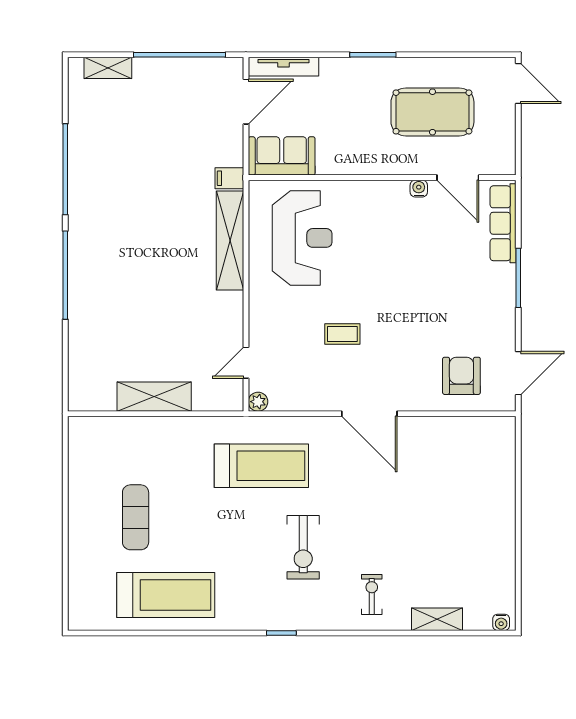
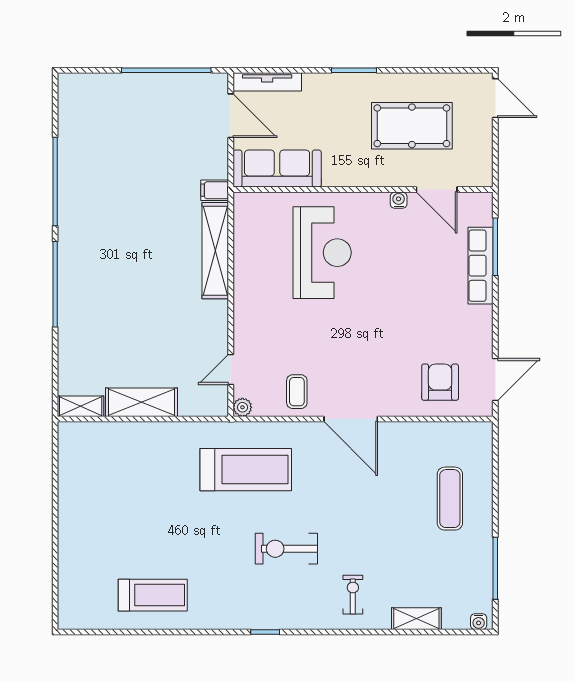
shelving: (108, 68) -> (81, 406), moved
door: (246, 102) -> (231, 116), hinge flipped
sofa: (282, 156) -> (277, 169), width x1.36
row of seats: (503, 223) -> (480, 266), moved
reception desk: (302, 238) -> (322, 253), moved
window: (518, 278) -> (495, 247), moved
coffee table: (342, 334) -> (297, 392), moved, turned 90
exercise mat: (136, 517) -> (450, 499), moved
exercise bike: (303, 547) -> (286, 549), turned 90
window: (518, 567) -> (495, 568), added
treadmill: (166, 595) -> (153, 595), width x0.73, depth x0.73

